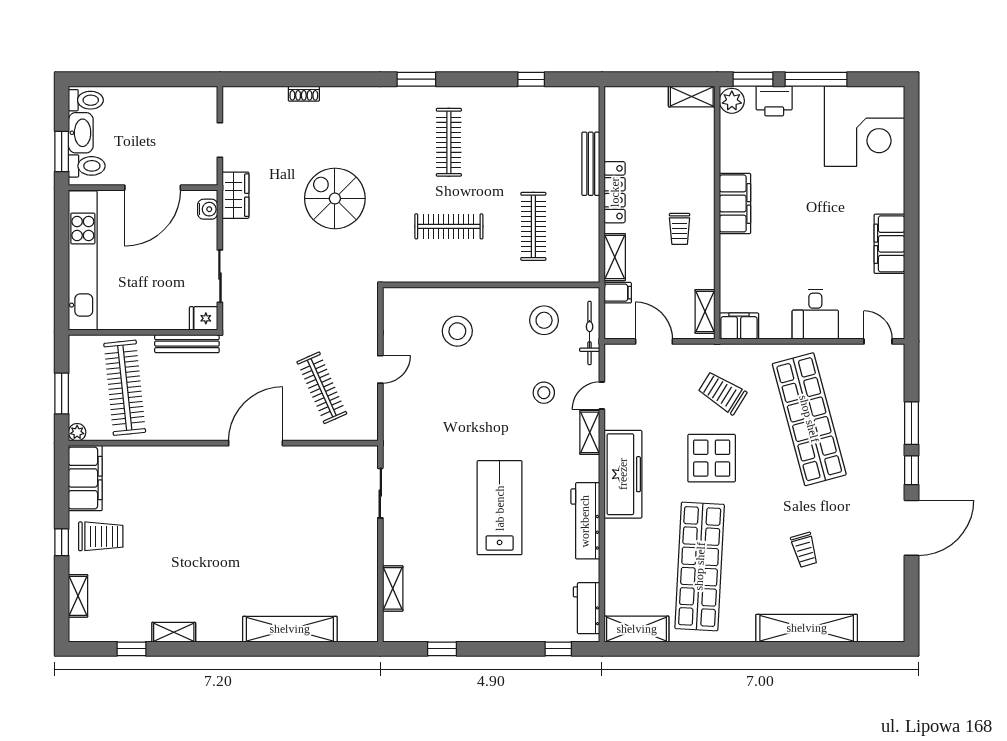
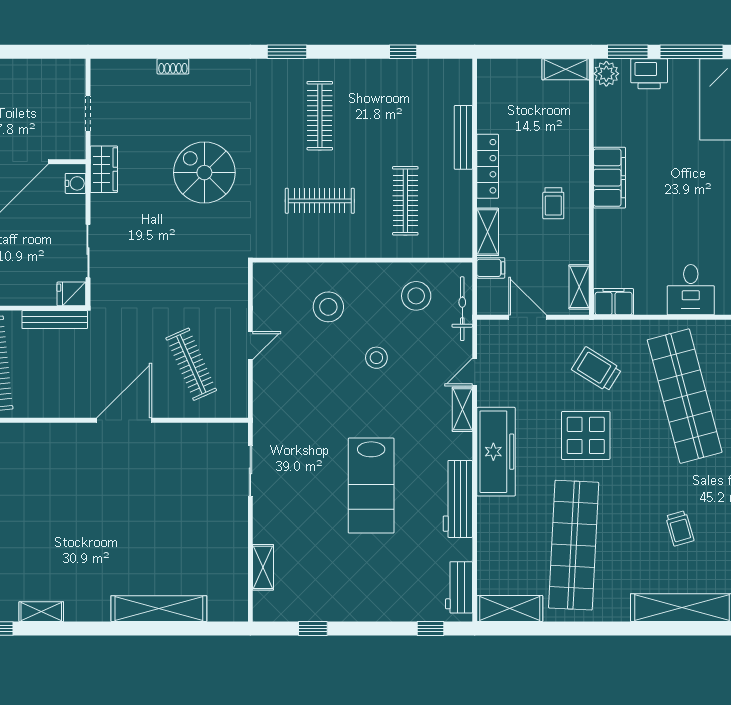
stool: (544, 393) -> (376, 358), moved
lab bench: (500, 508) -> (371, 486), turned 180

